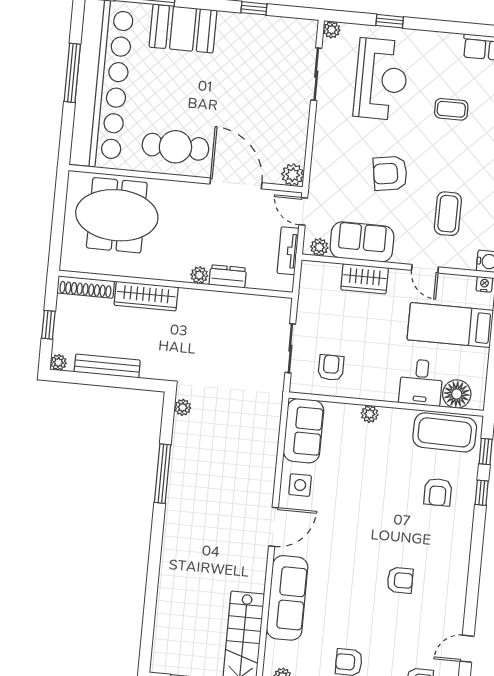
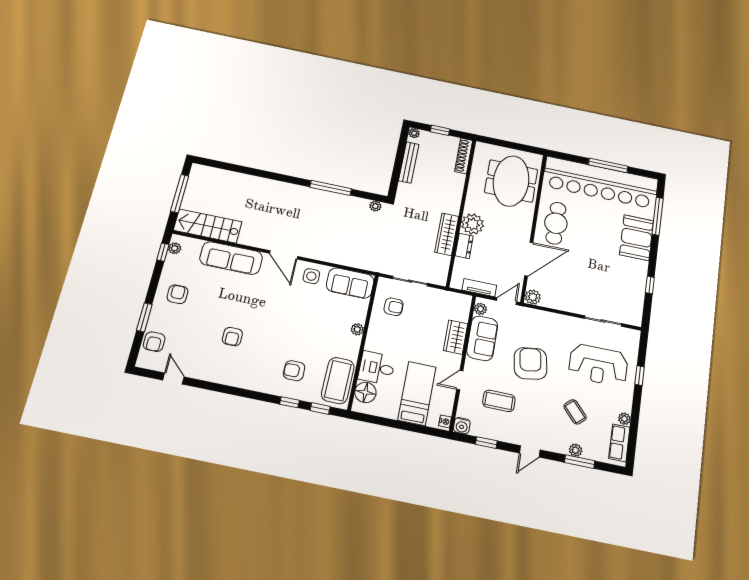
plant: (332, 30) -> (624, 419), moved
coffee table: (451, 109) -> (575, 412), turned -42
armchair: (390, 173) -> (530, 363), width x1.36, depth x1.36
plant: (199, 275) -> (473, 224), width x1.88, depth x1.88
wardrobe: (146, 296) -> (447, 234), moved

